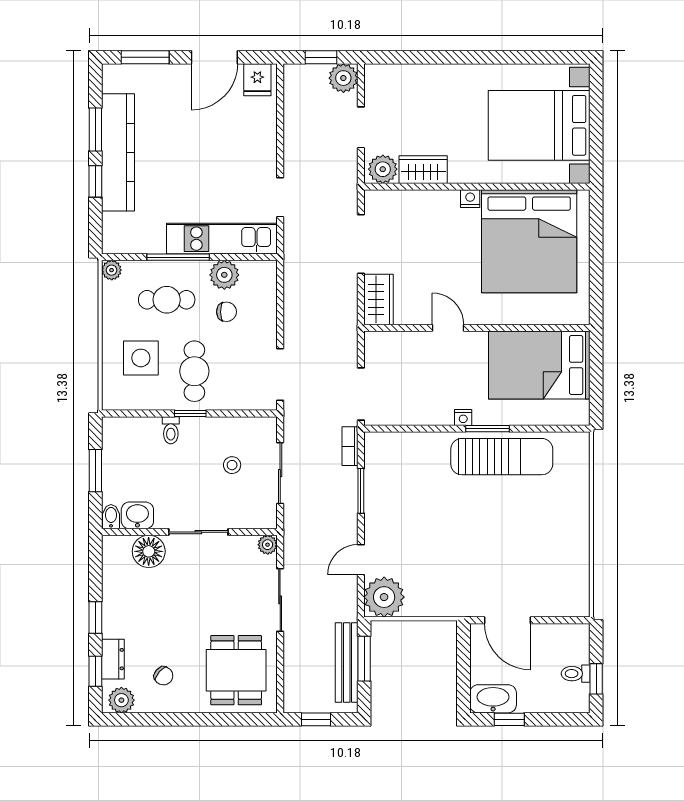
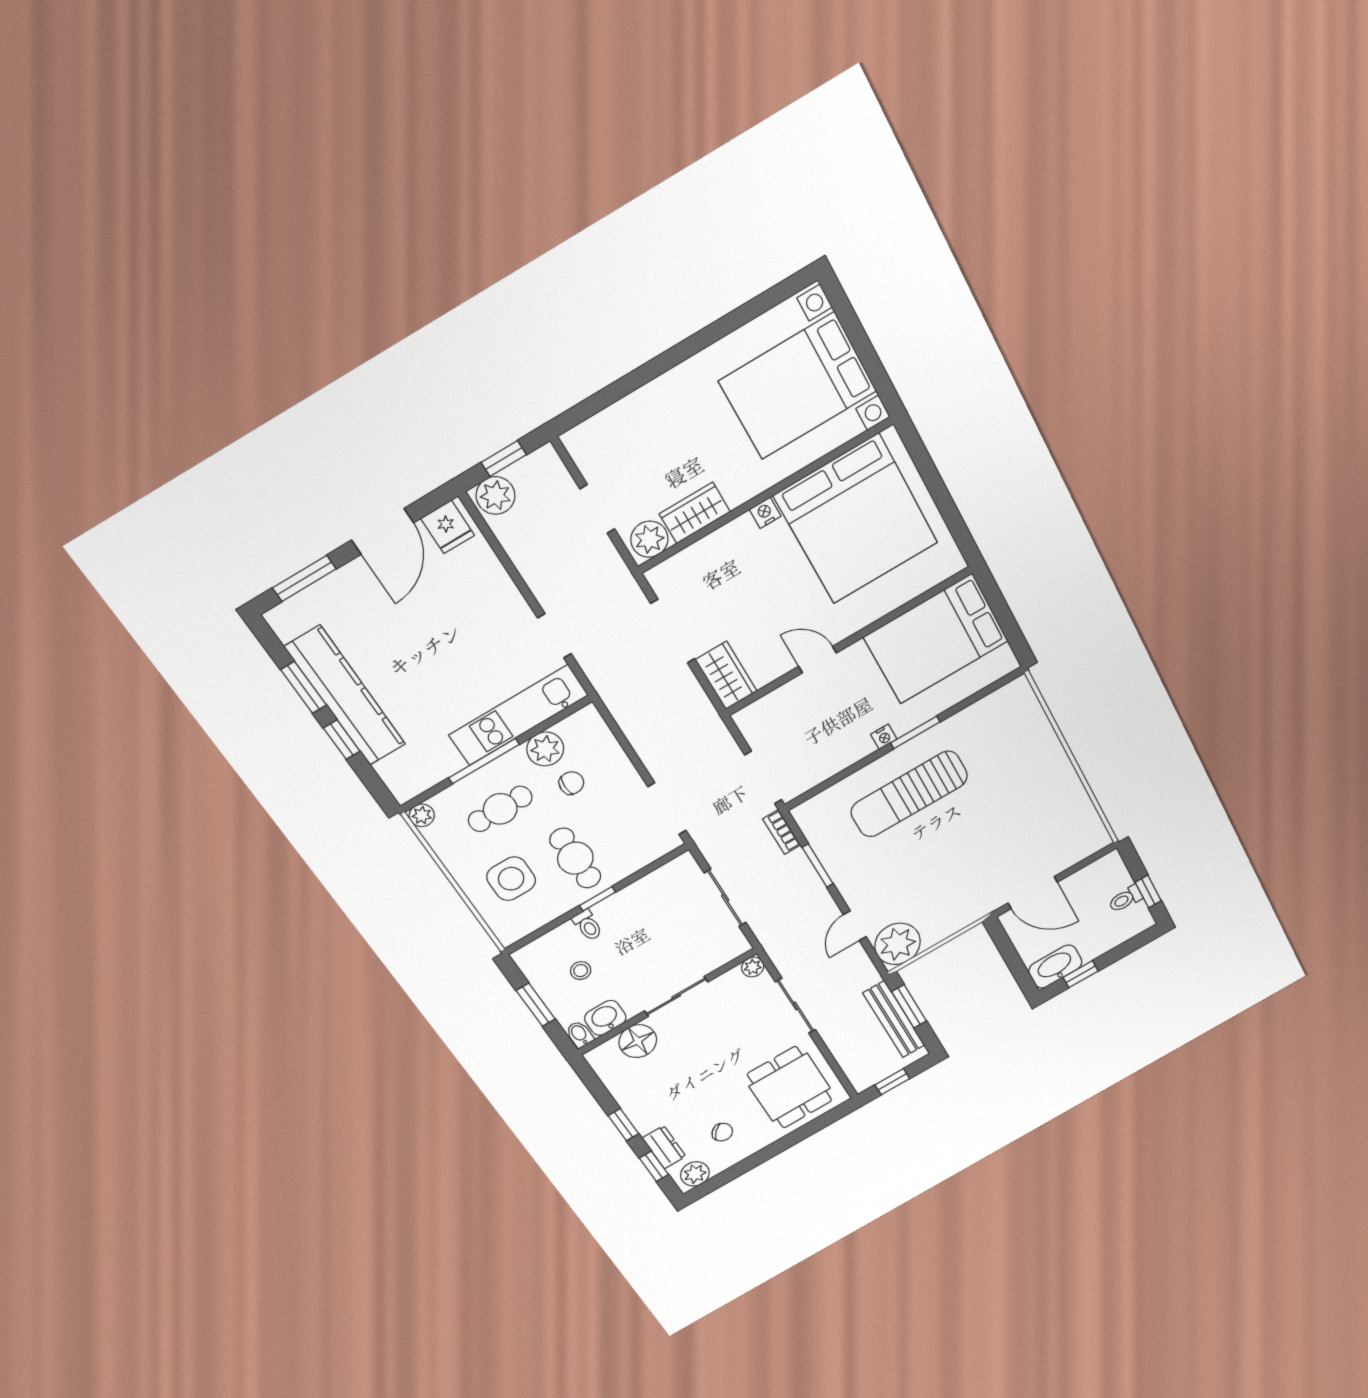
plant: (343, 78) -> (495, 496), moved
sun lounger: (502, 457) -> (909, 794), moved, turned 180
stool: (232, 465) -> (581, 971), moved

